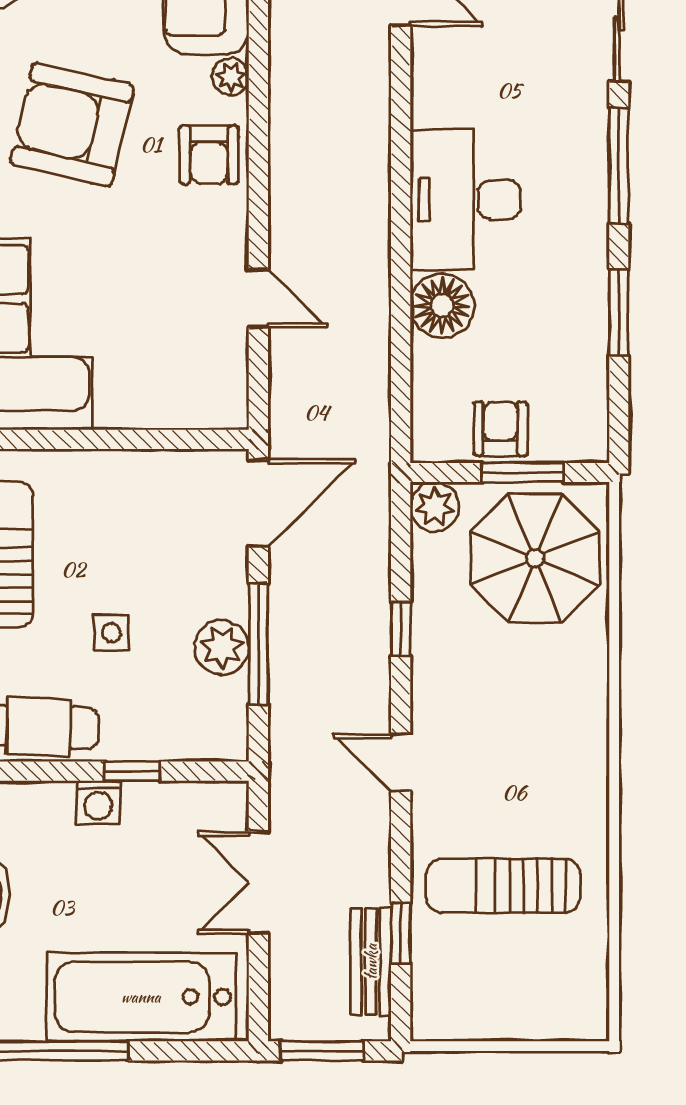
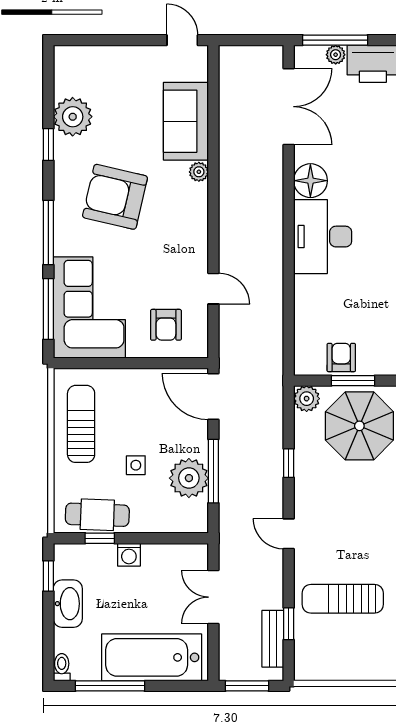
armchair: (209, 155) -> (166, 325), moved
floor lamp: (442, 306) -> (310, 181), moved
door: (258, 503) -> (213, 397), swing flipped
plant: (222, 647) -> (189, 478), width x1.36, depth x1.36
window: (132, 771) -> (100, 538), moved

